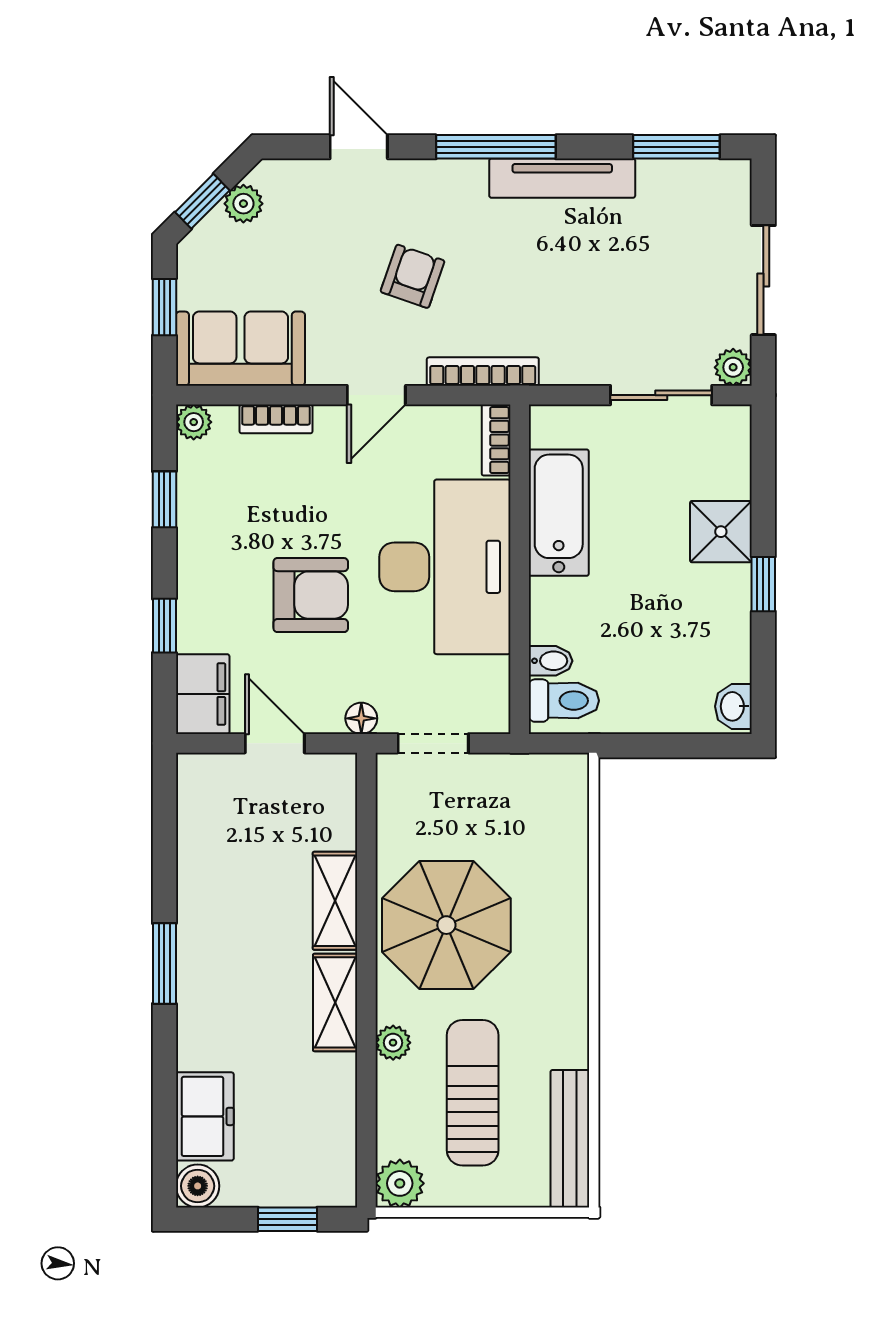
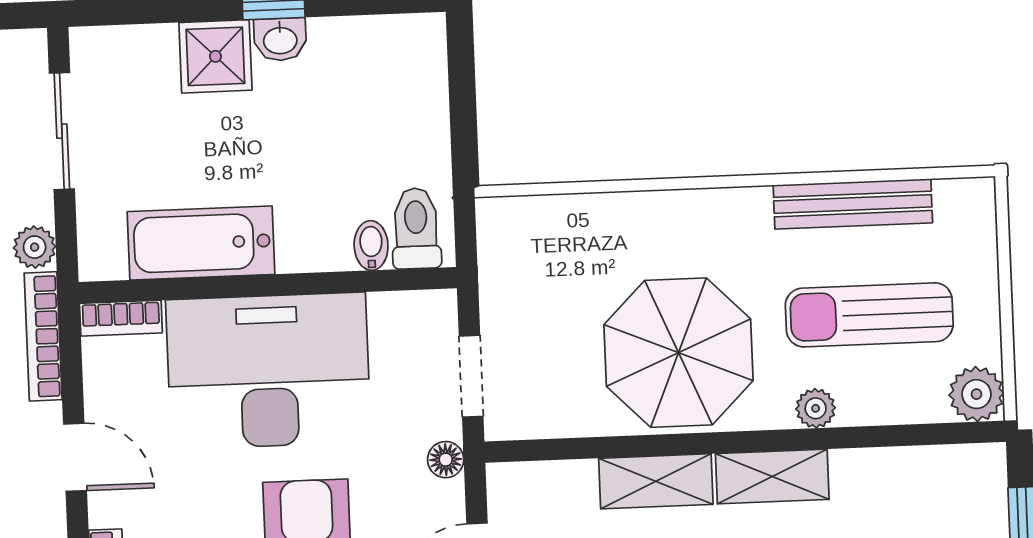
plant: (733, 367) -> (35, 247), moved
washbasin: (733, 706) -> (280, 39), moved
bench: (570, 1139) -> (853, 204), moved

